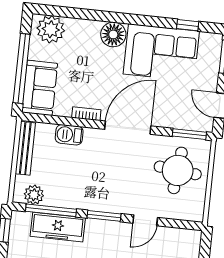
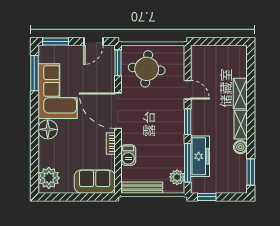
window: (188, 25) -> (34, 73), width x2.17
window: (22, 69) -> (81, 197), removed

